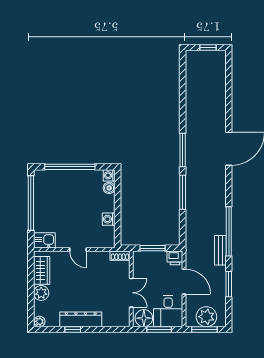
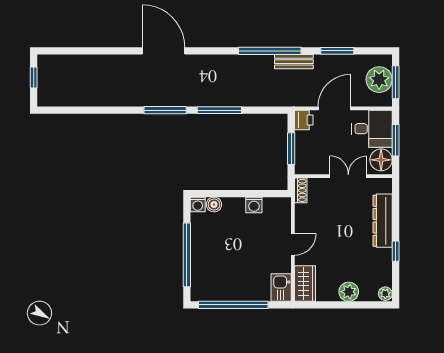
wardrobe: (42, 270) -> (305, 284), moved, turned 90
dresser: (81, 319) -> (383, 221), moved

